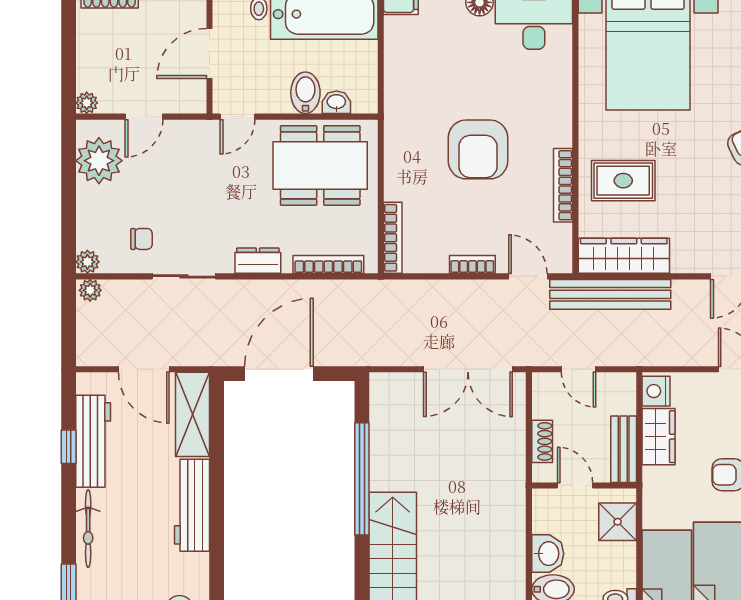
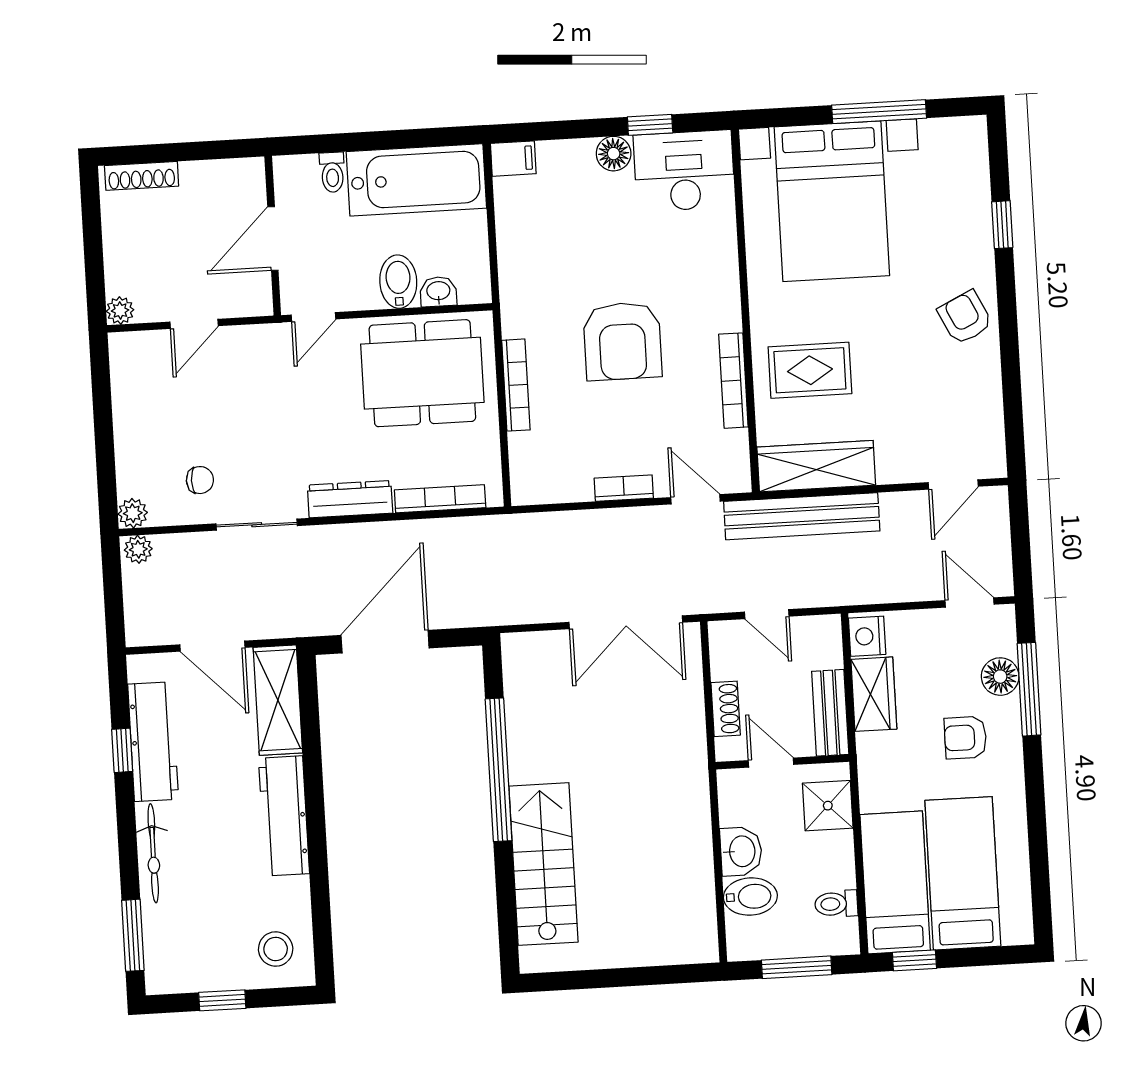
plant: (99, 161) -> (140, 383), removed
bookcase: (393, 238) -> (516, 385), moved
dresser: (258, 261) -> (350, 499), width x1.44

